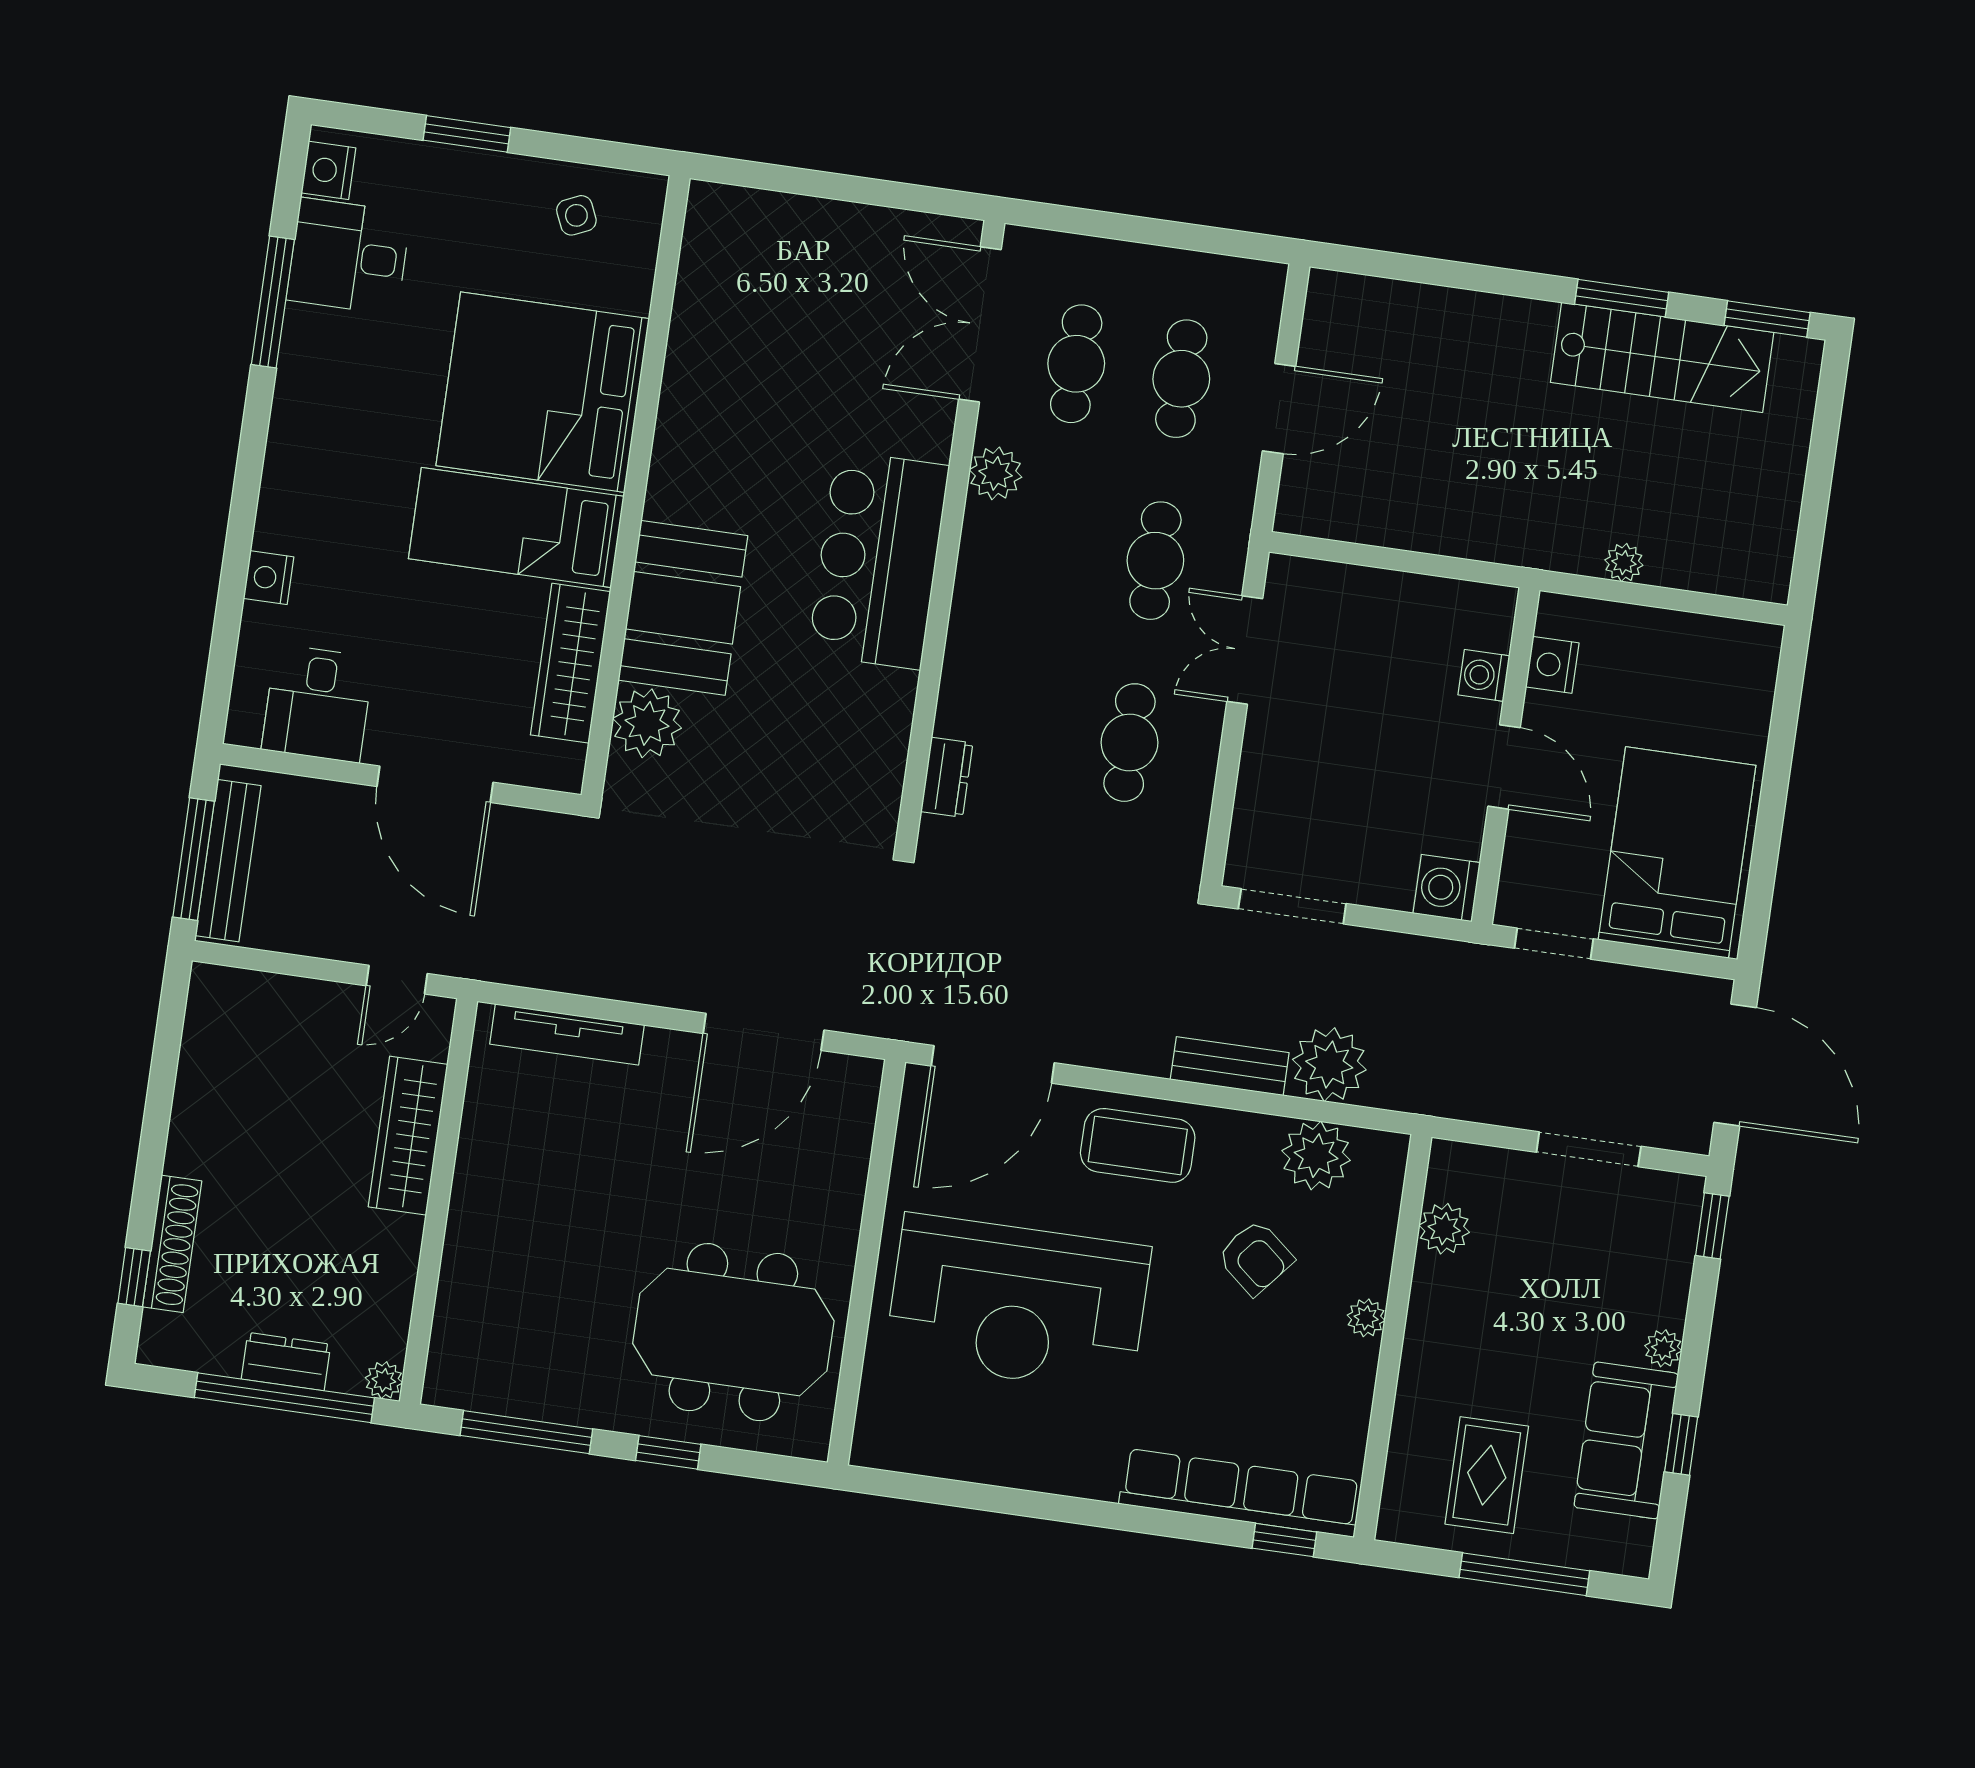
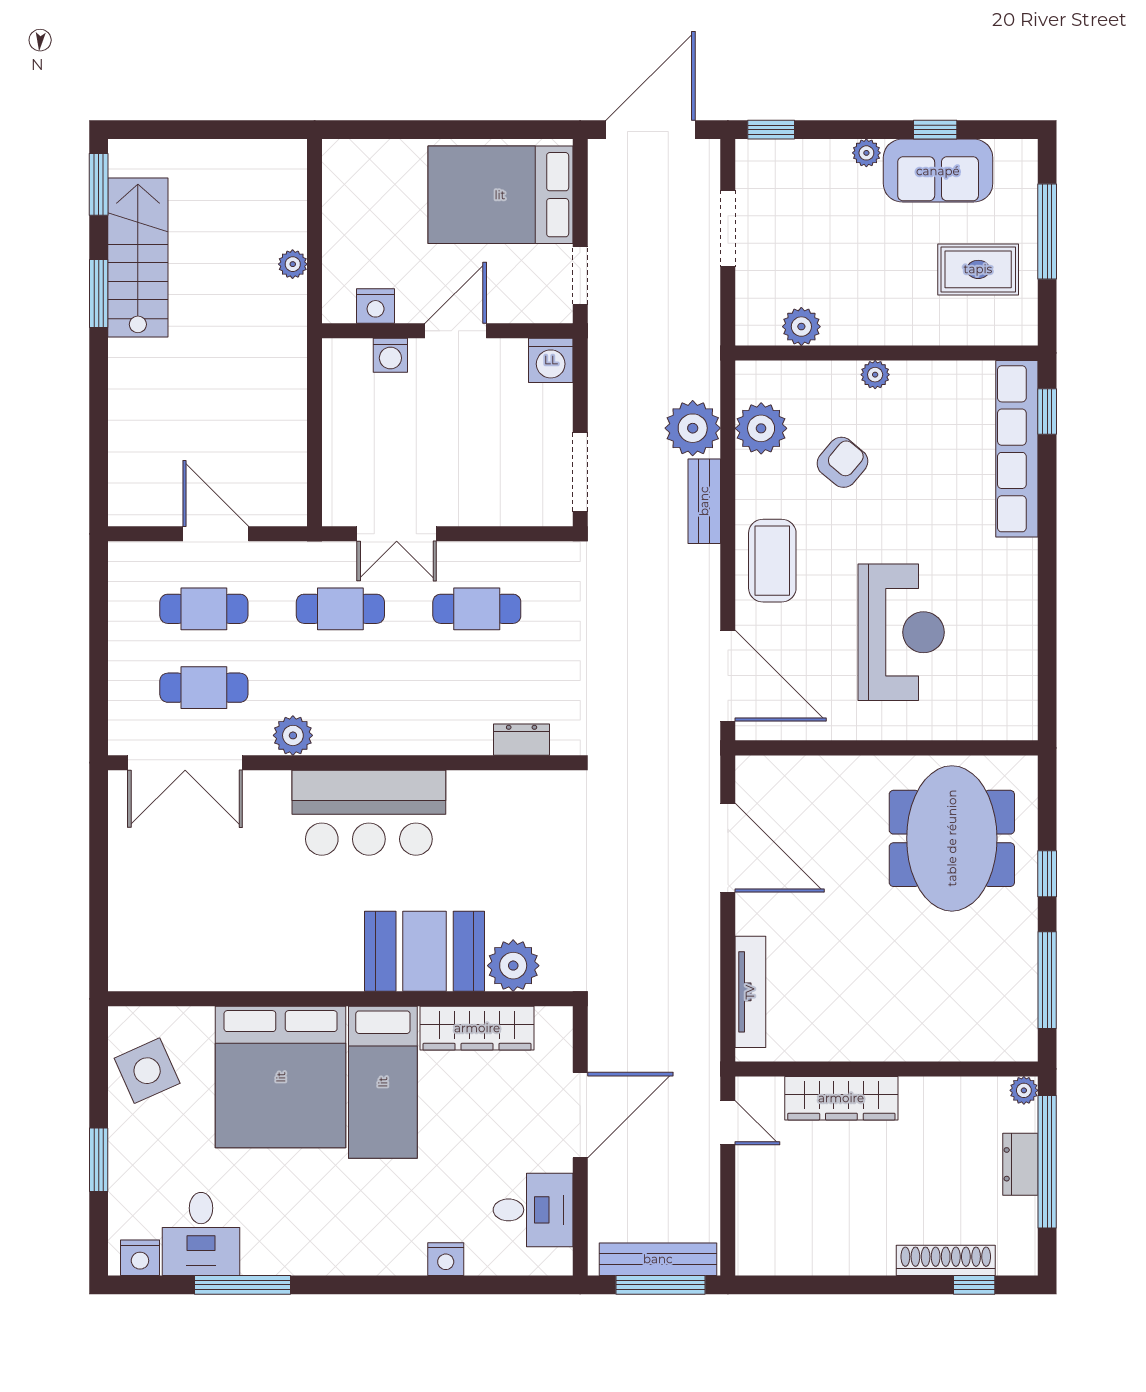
side table: (576, 215) -> (147, 1071), width x1.87, depth x1.87
reception desk: (1018, 1304) -> (901, 632), width x0.74, depth x0.77

